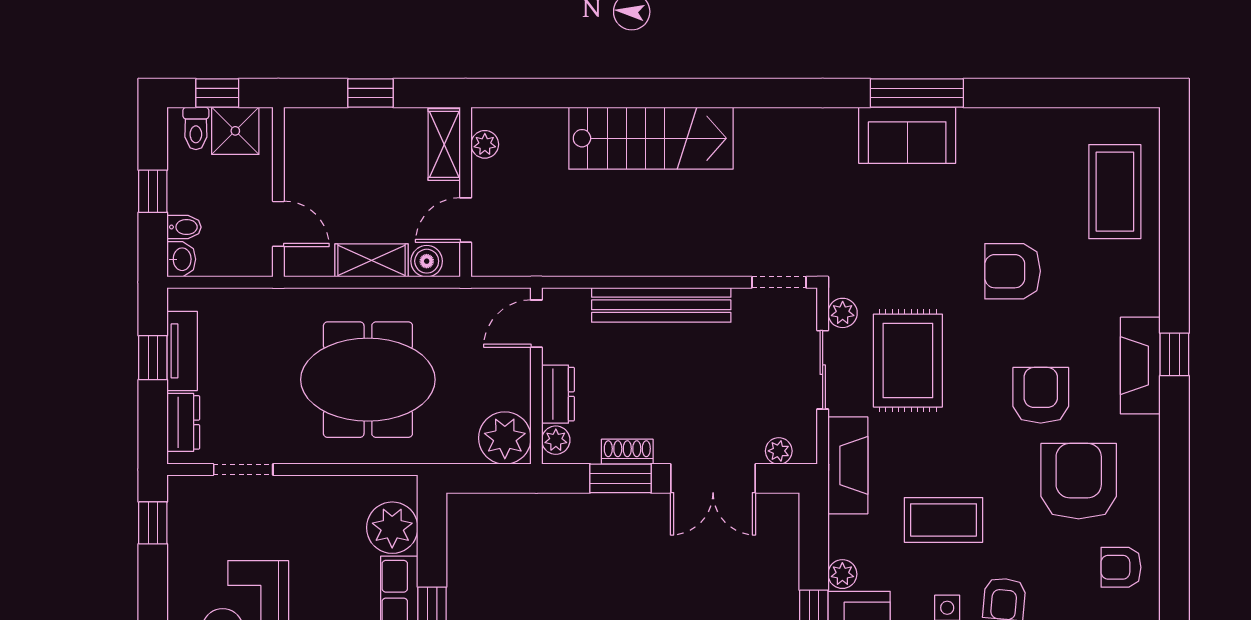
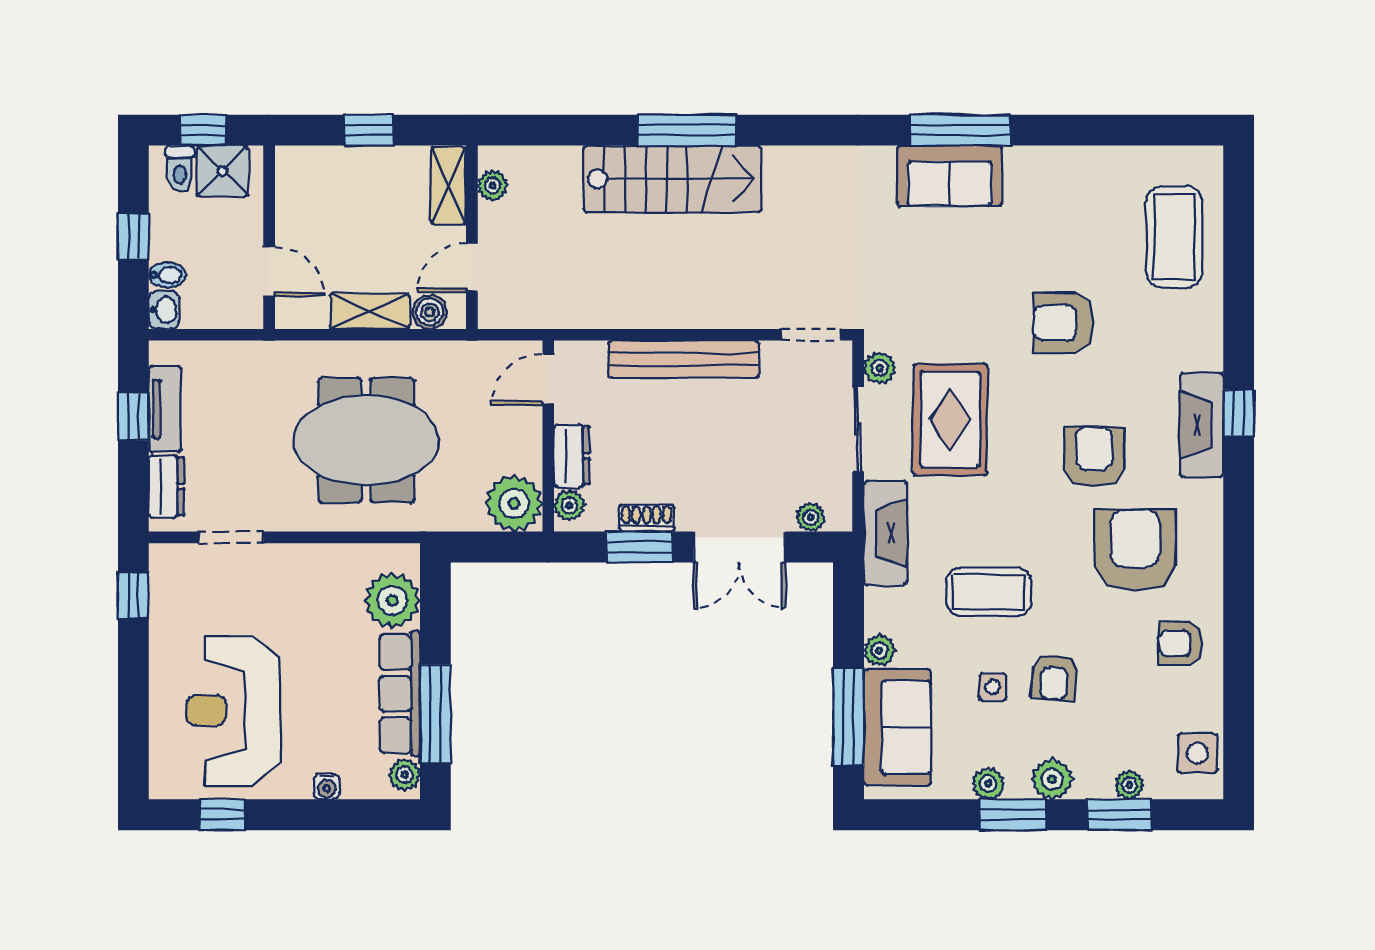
window: (665, 93) -> (687, 130), added

